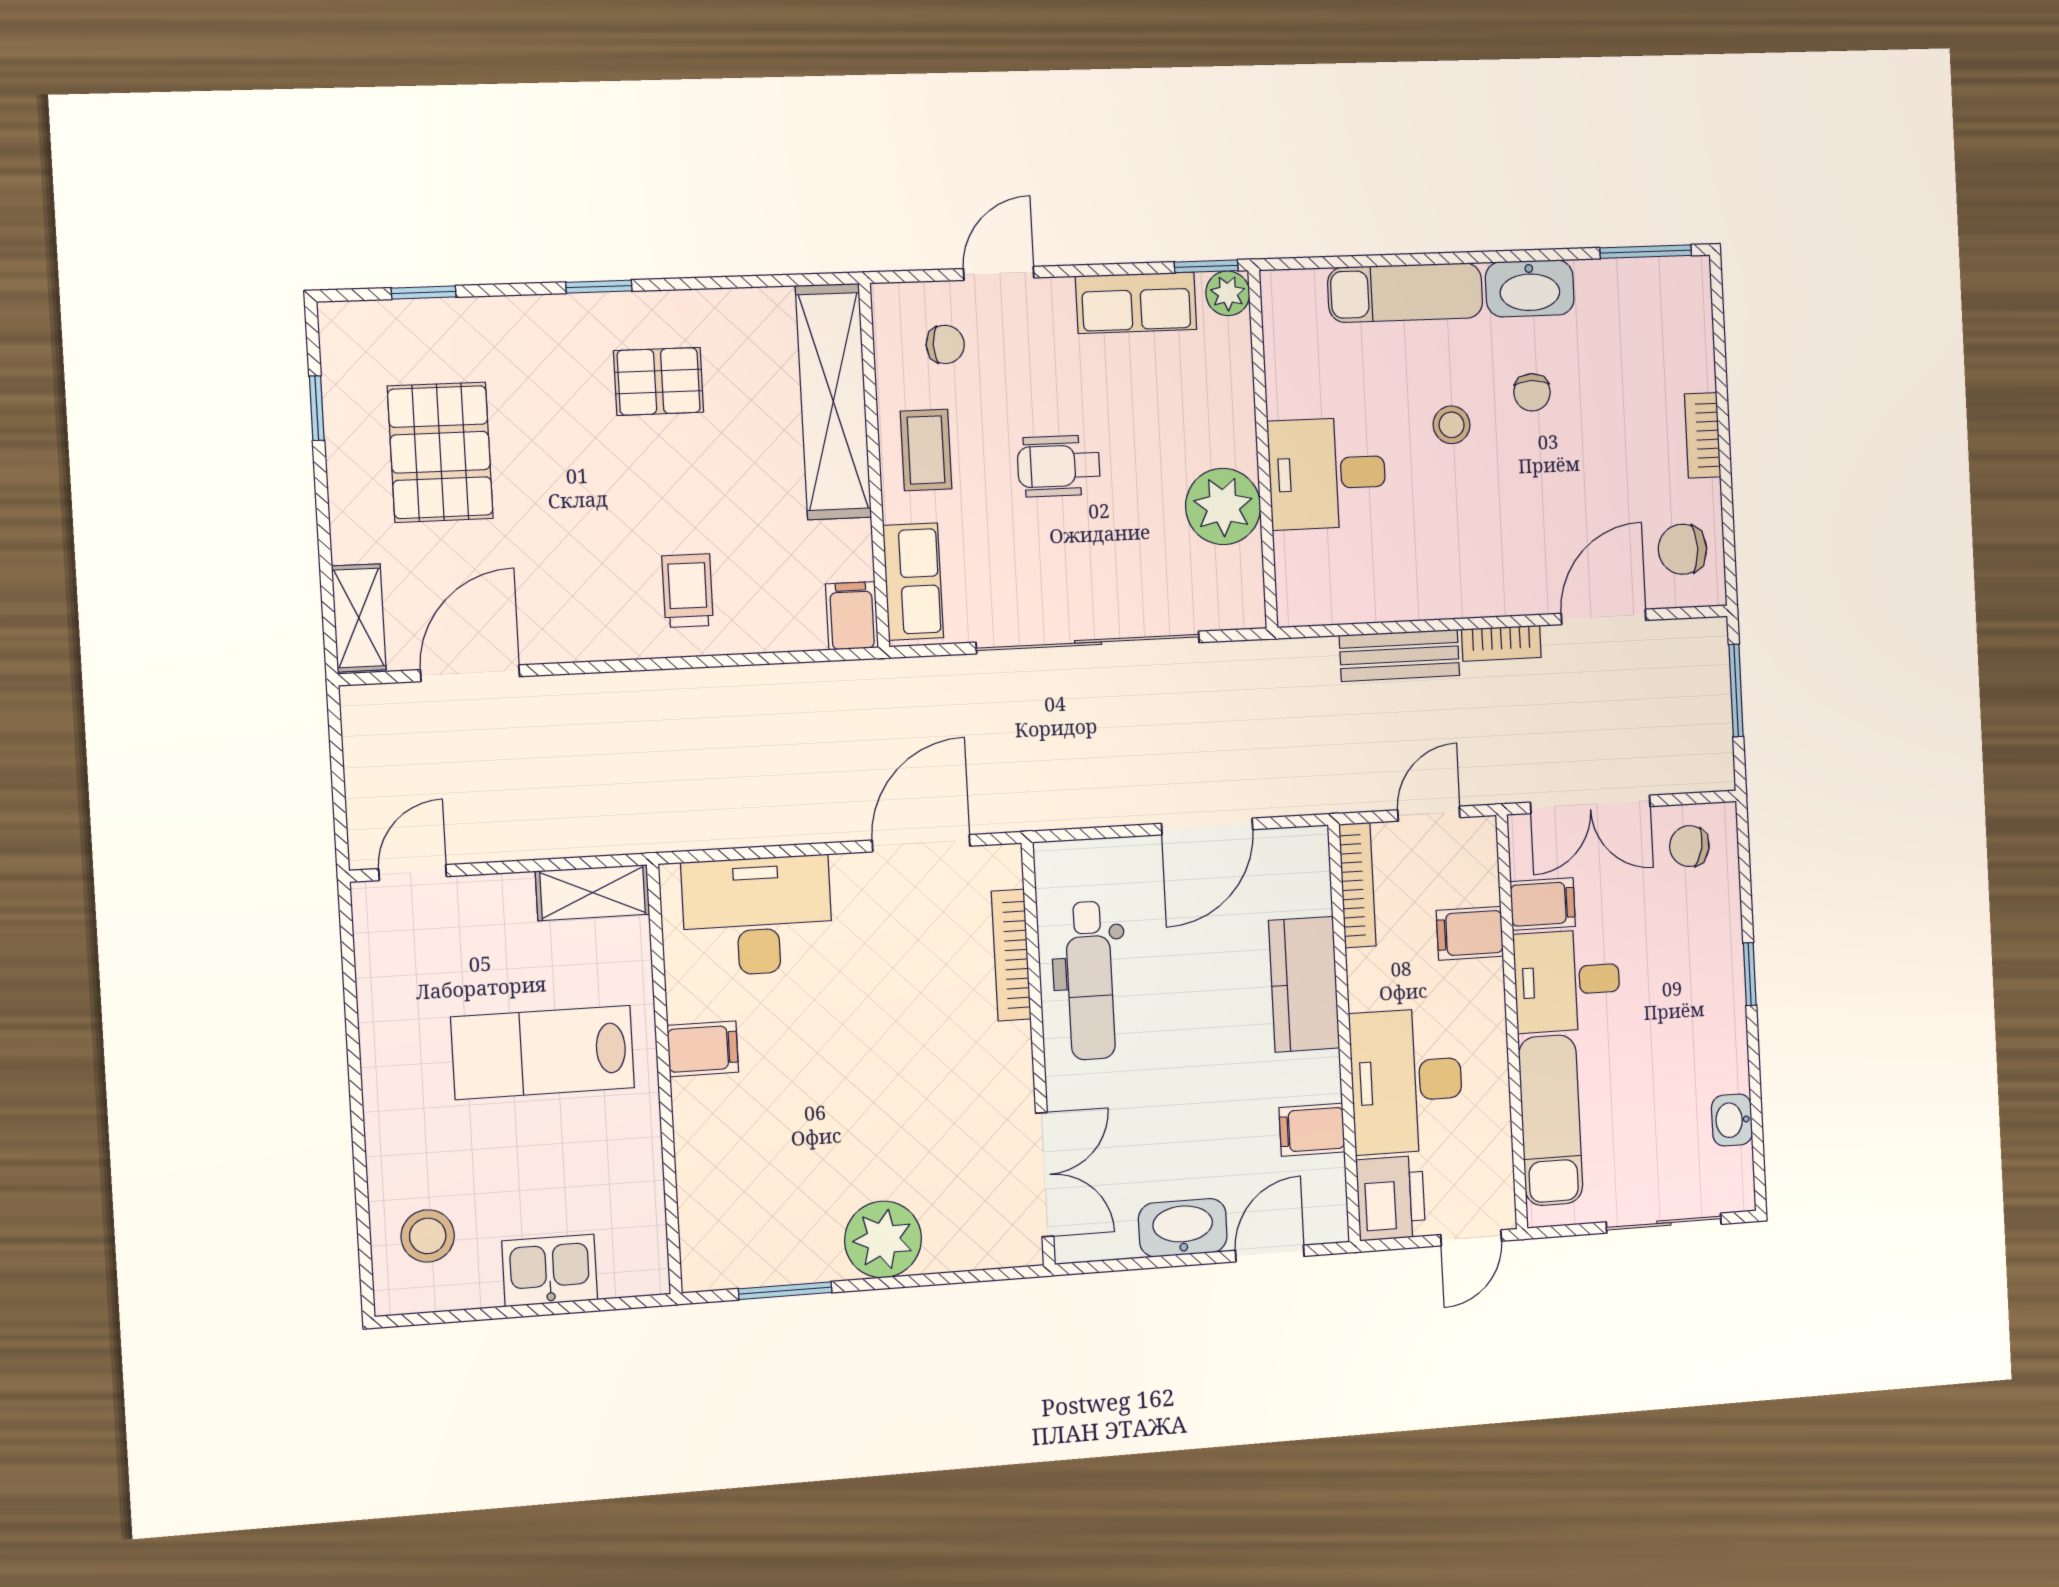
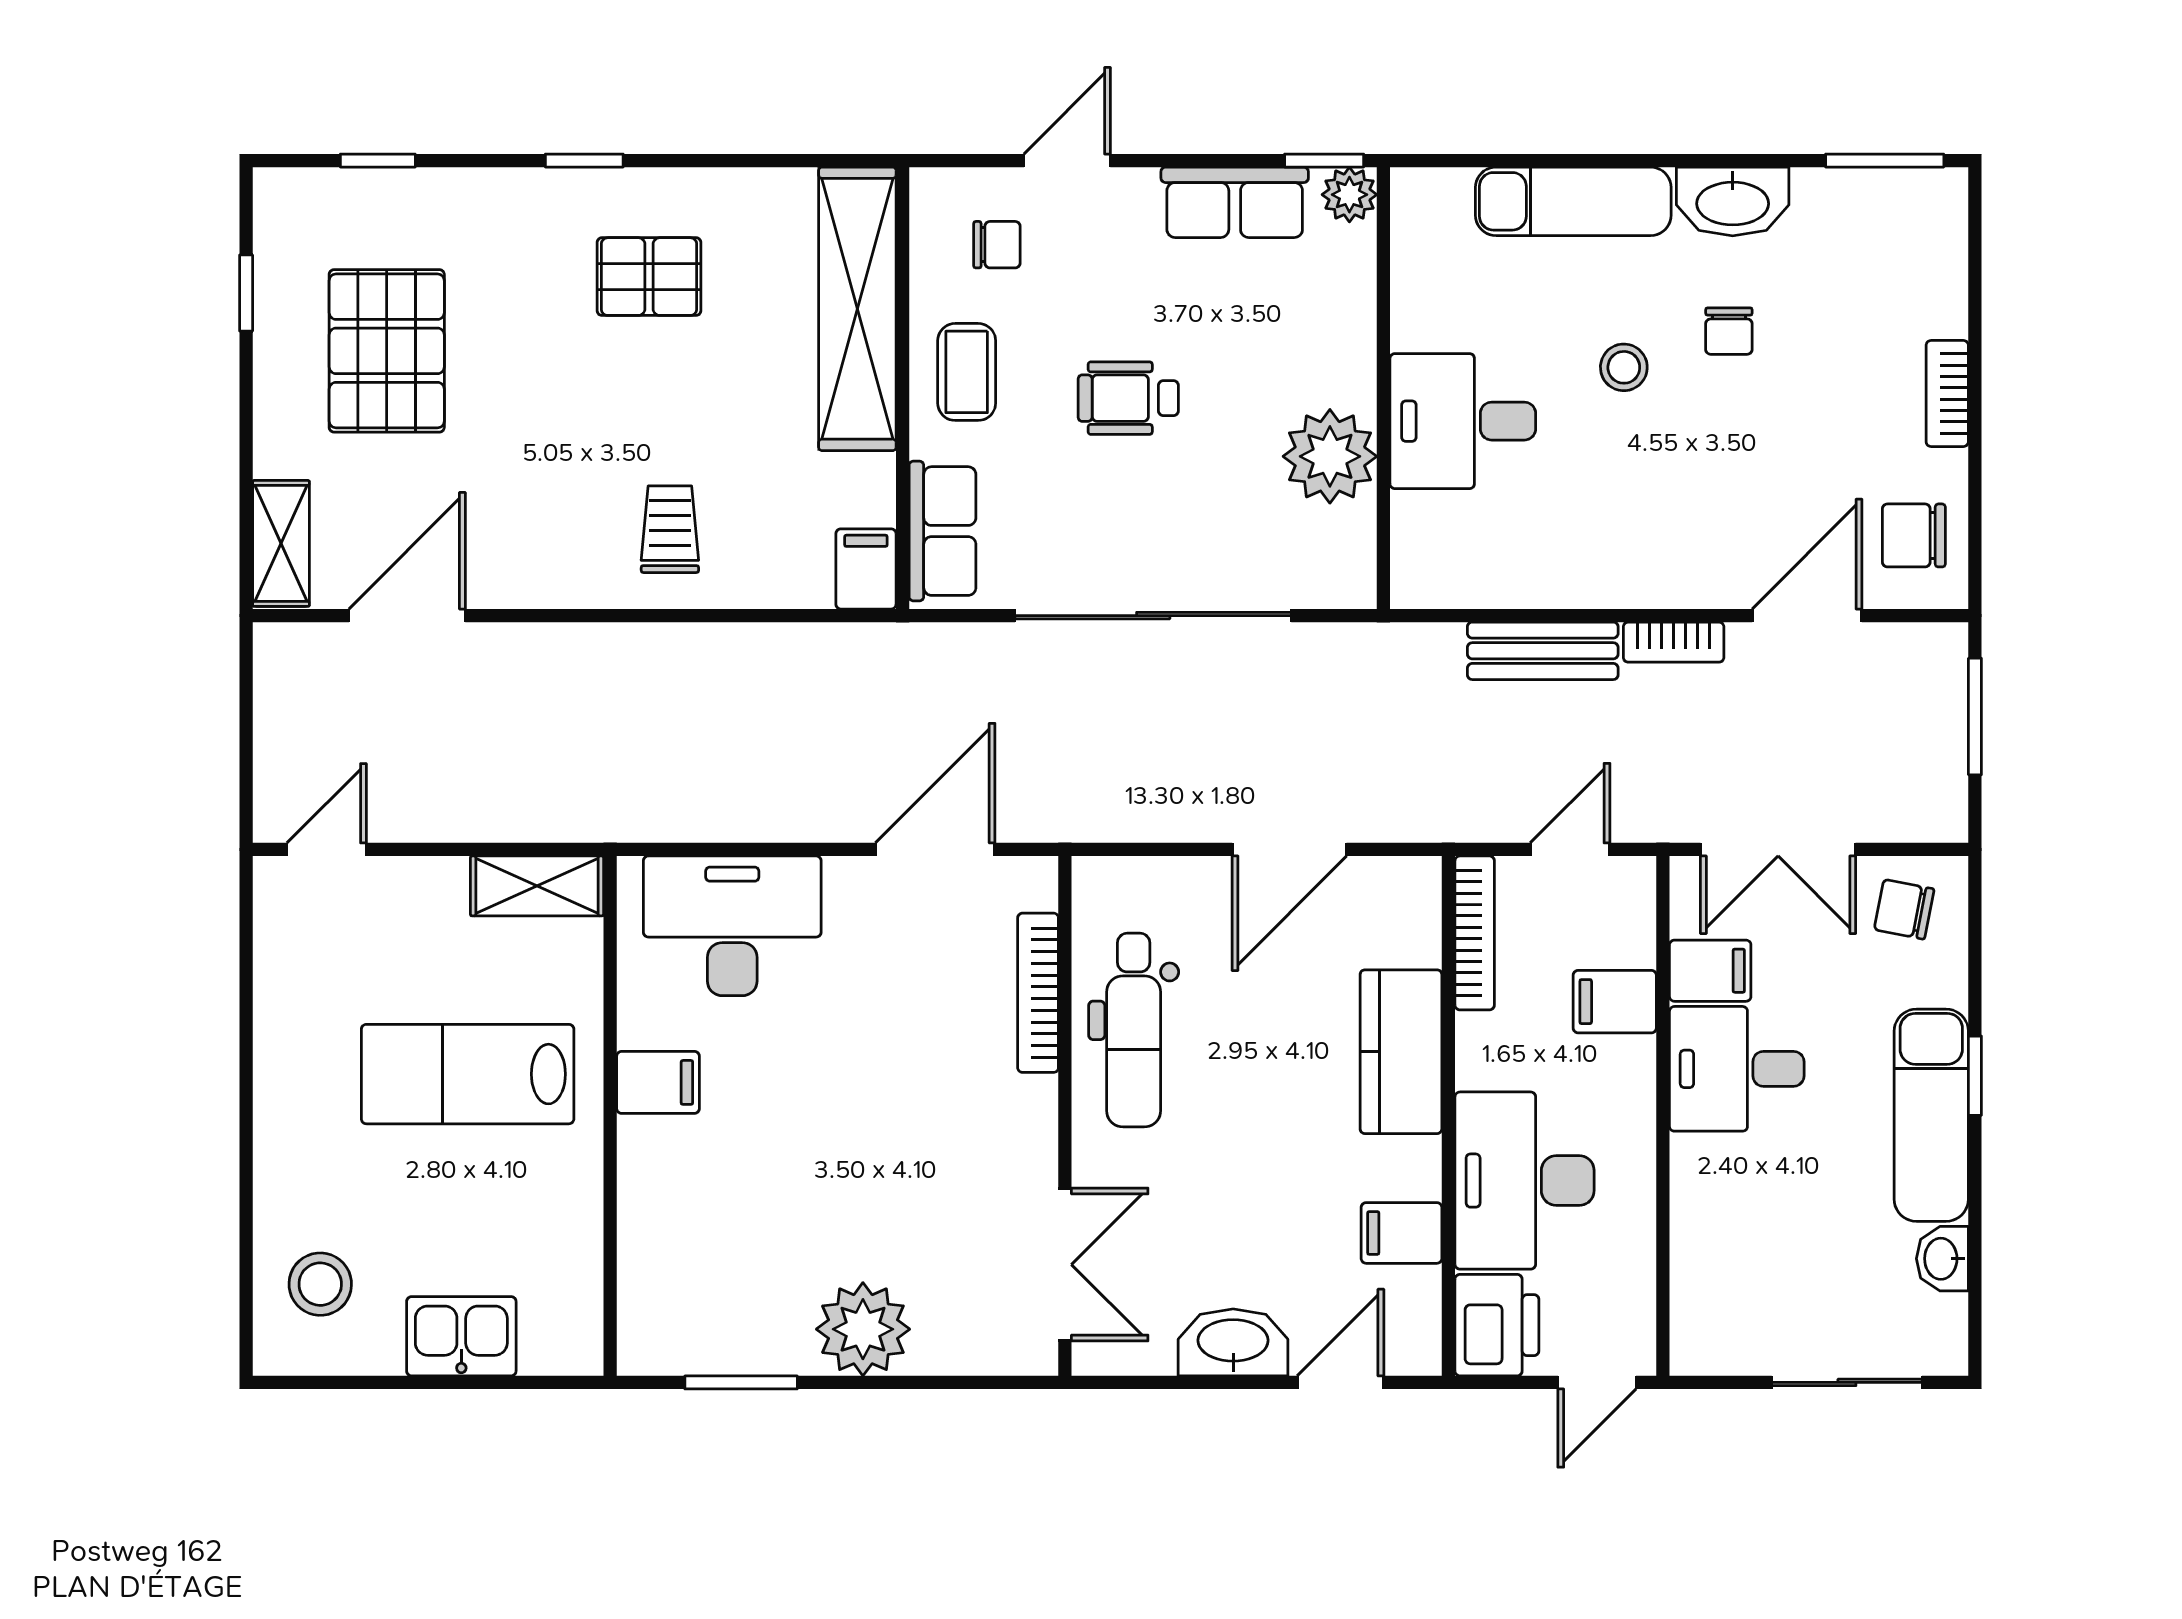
exam couch: (1551, 1120) -> (1931, 1115), moved, turned 180

